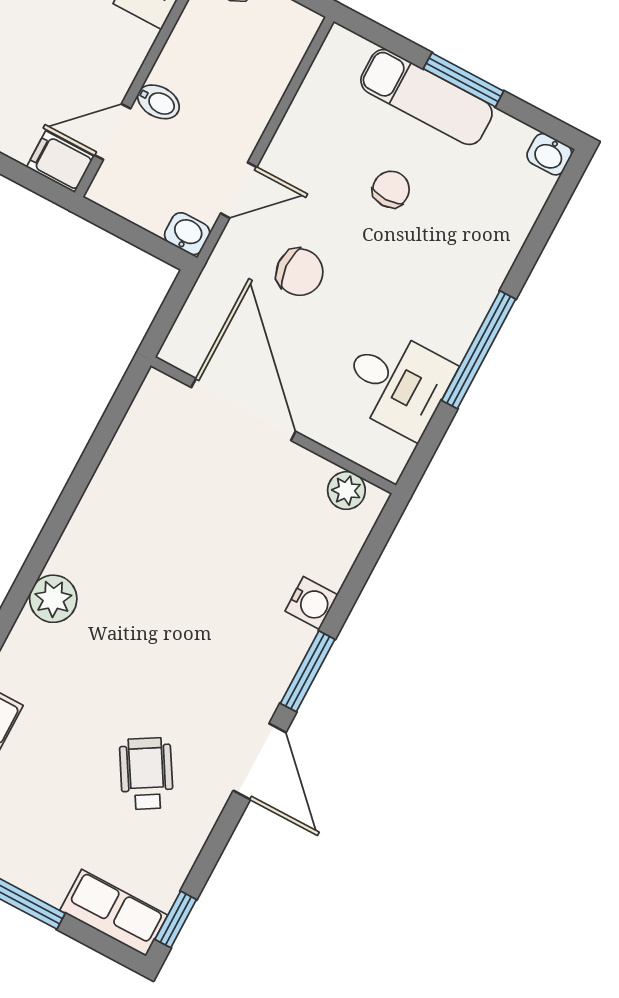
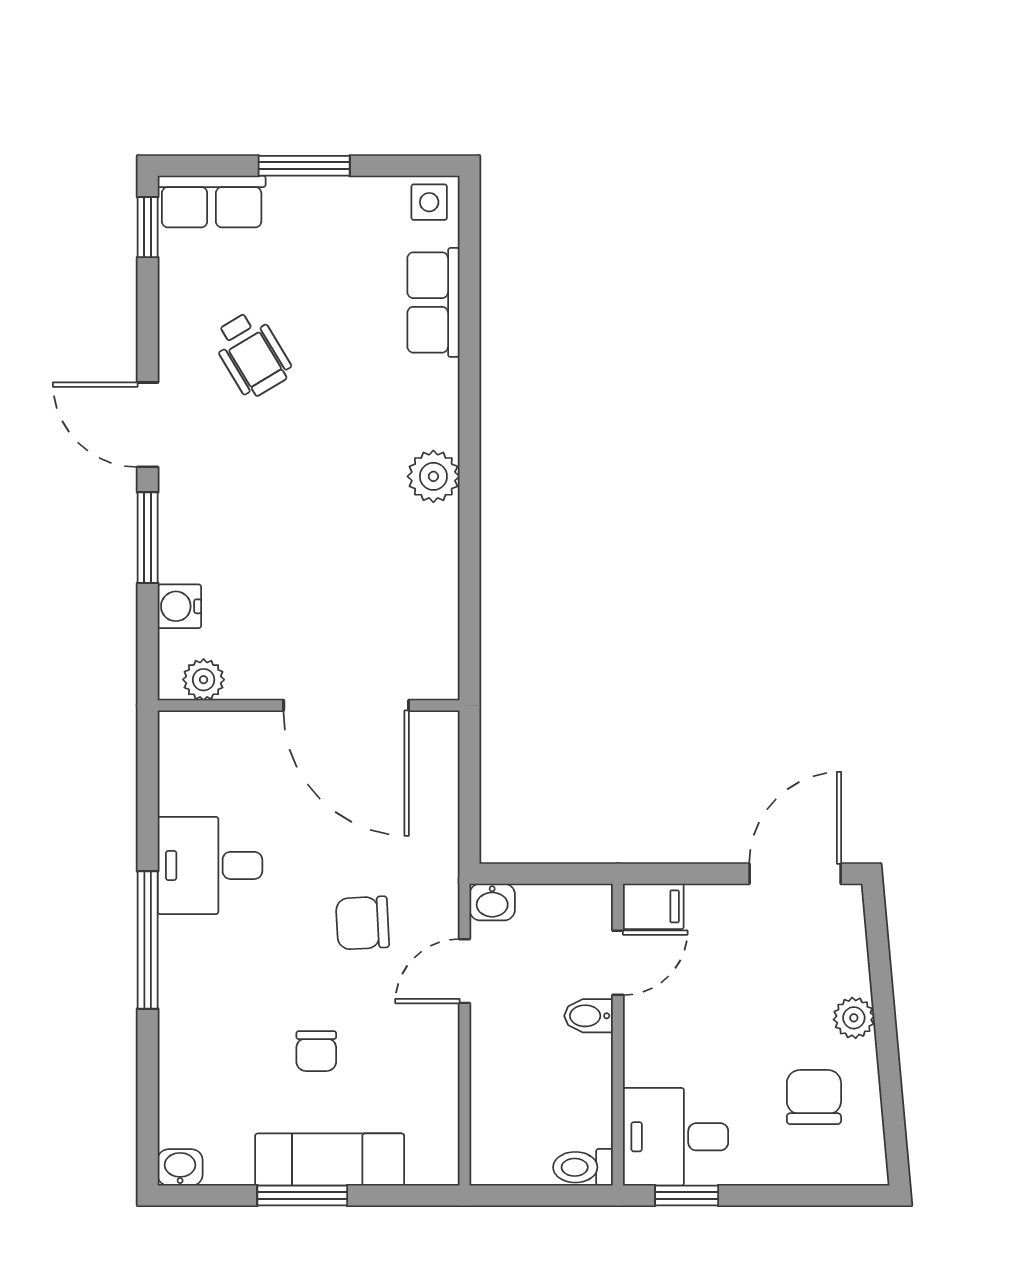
door: (243, 409) -> (346, 705), moved
wall: (273, 425) -> (309, 705), moved
plant: (346, 490) -> (204, 680), moved

